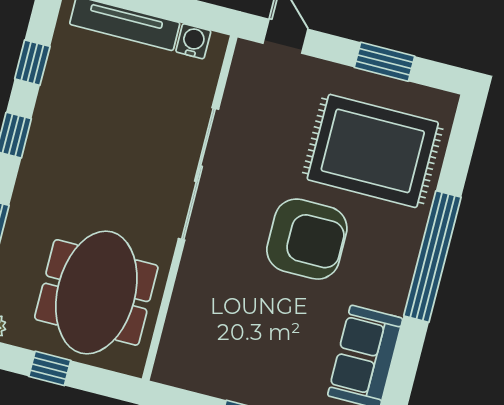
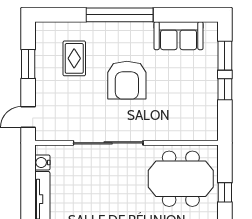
rug: (373, 151) -> (74, 58), width x0.54, depth x0.49
armchair: (307, 239) -> (127, 80), turned 180

